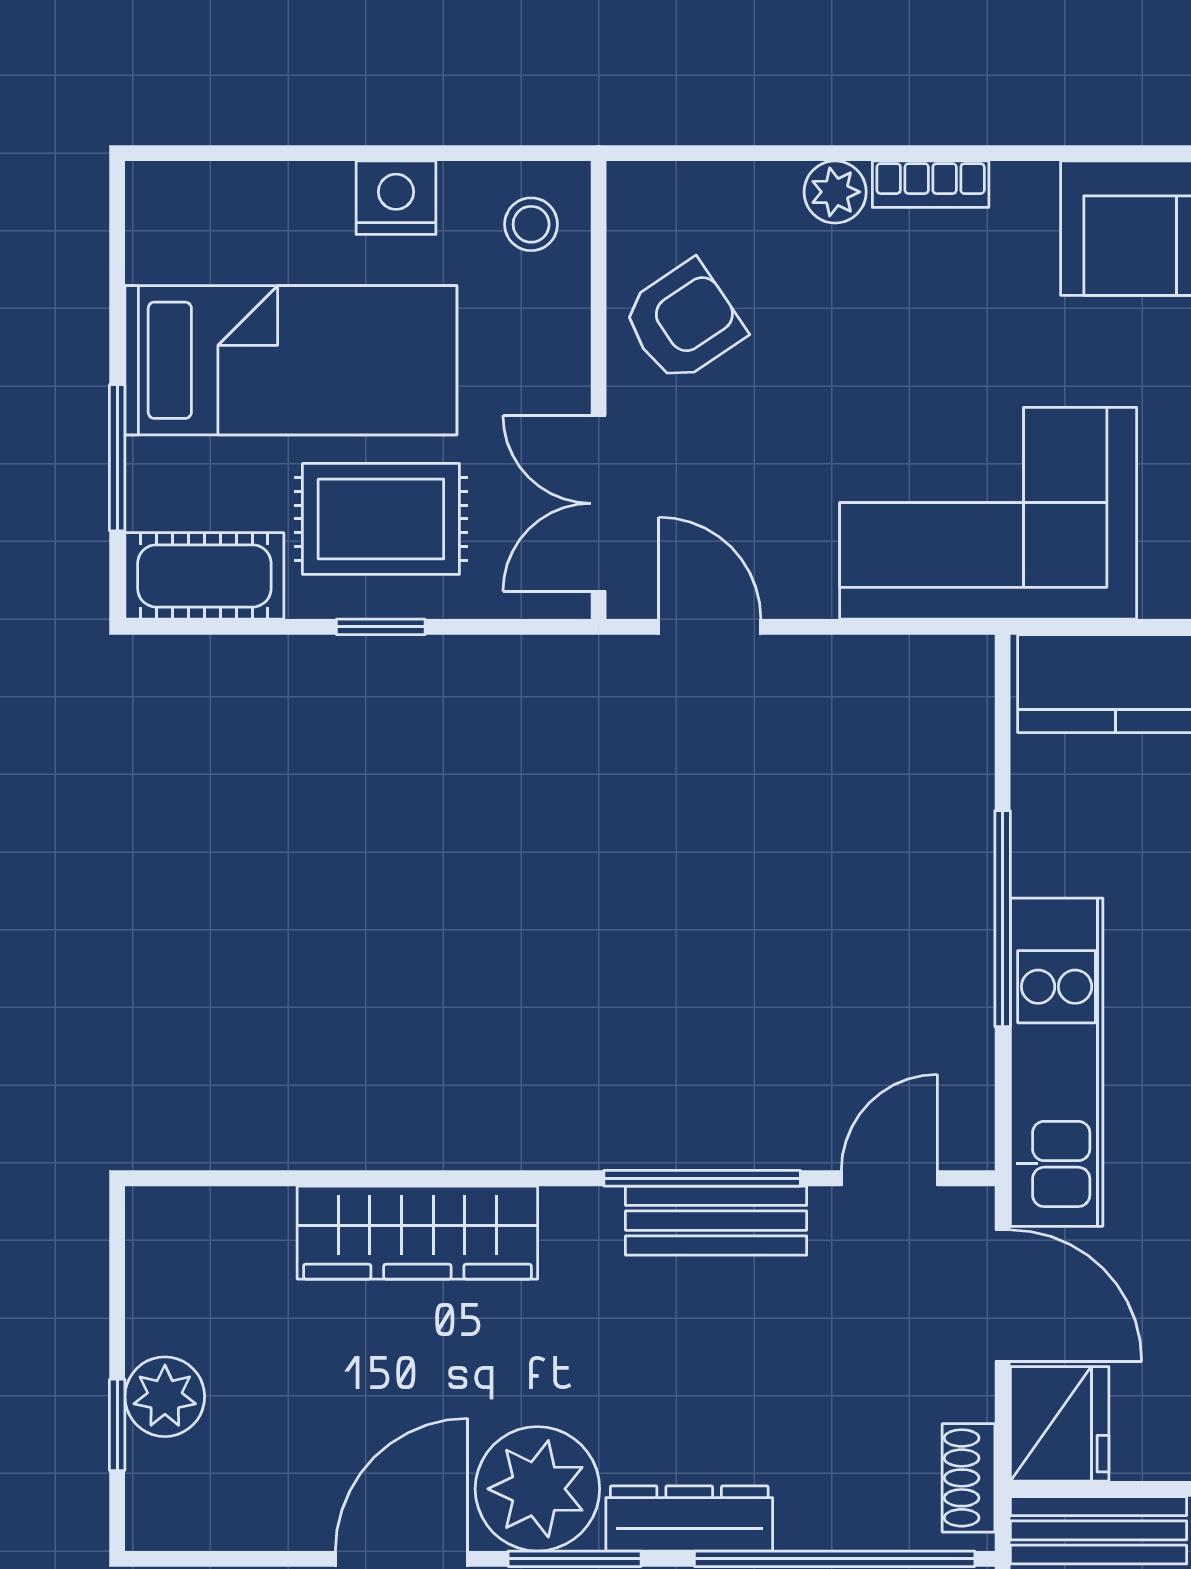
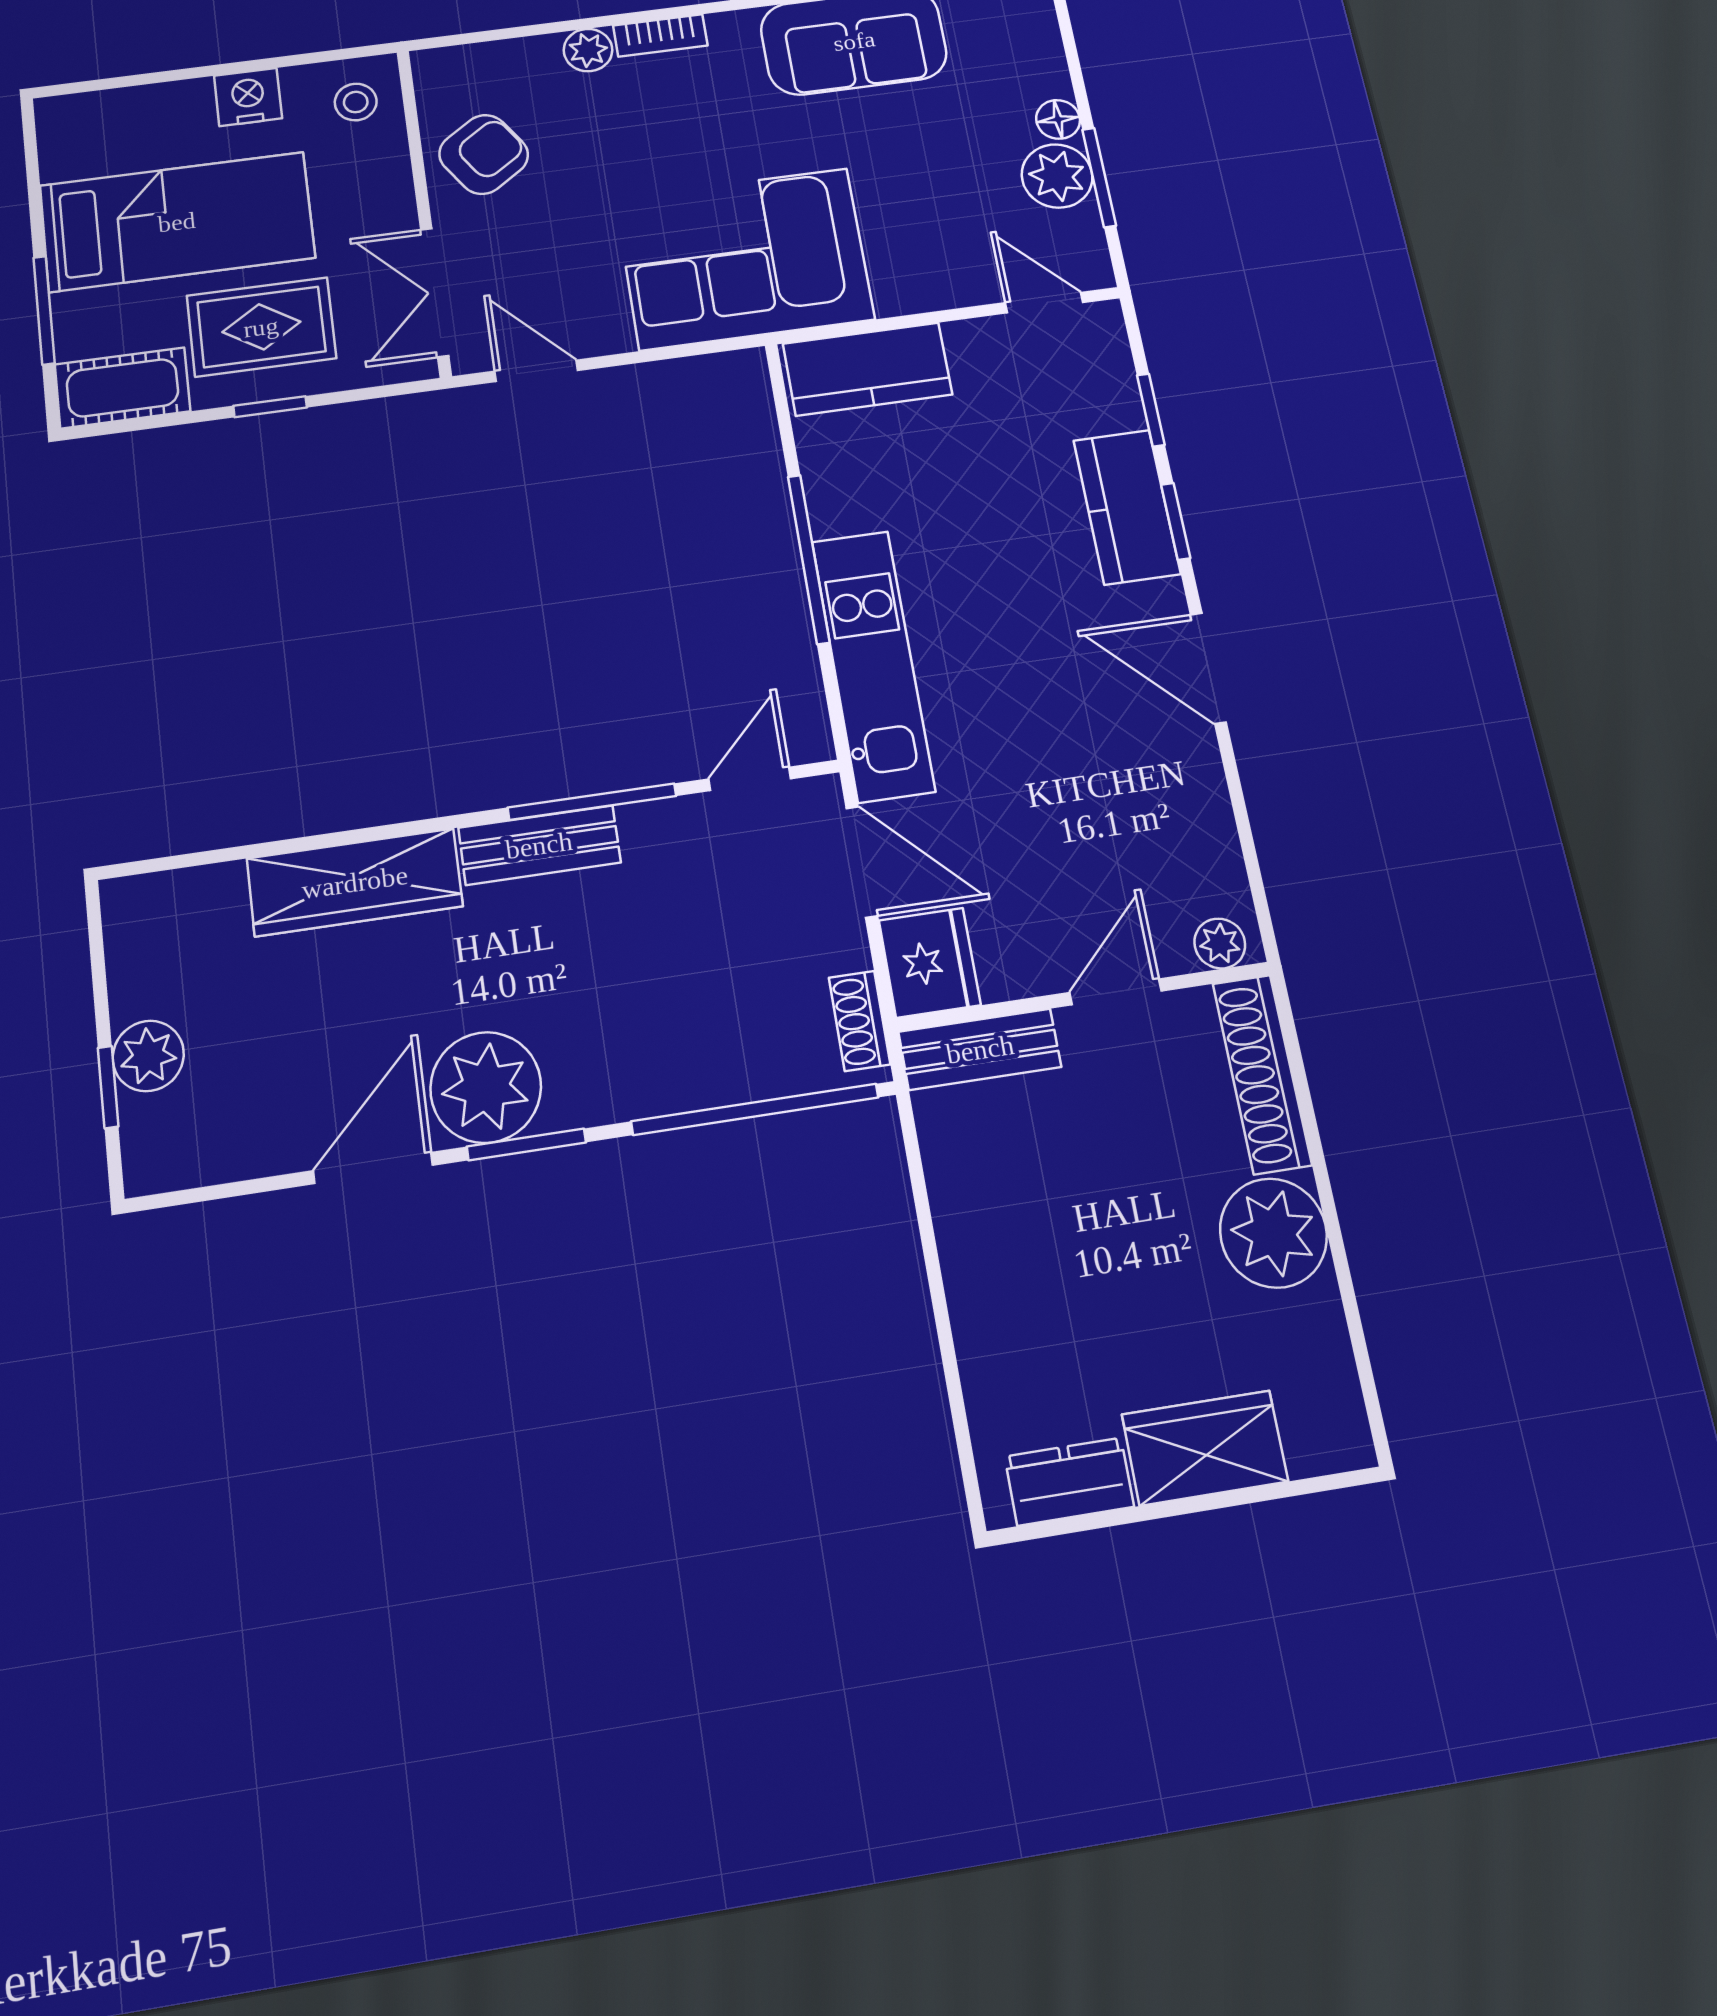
bench: (716, 1221) -> (539, 845), moved
dresser: (689, 1518) -> (622, 1093), removed

